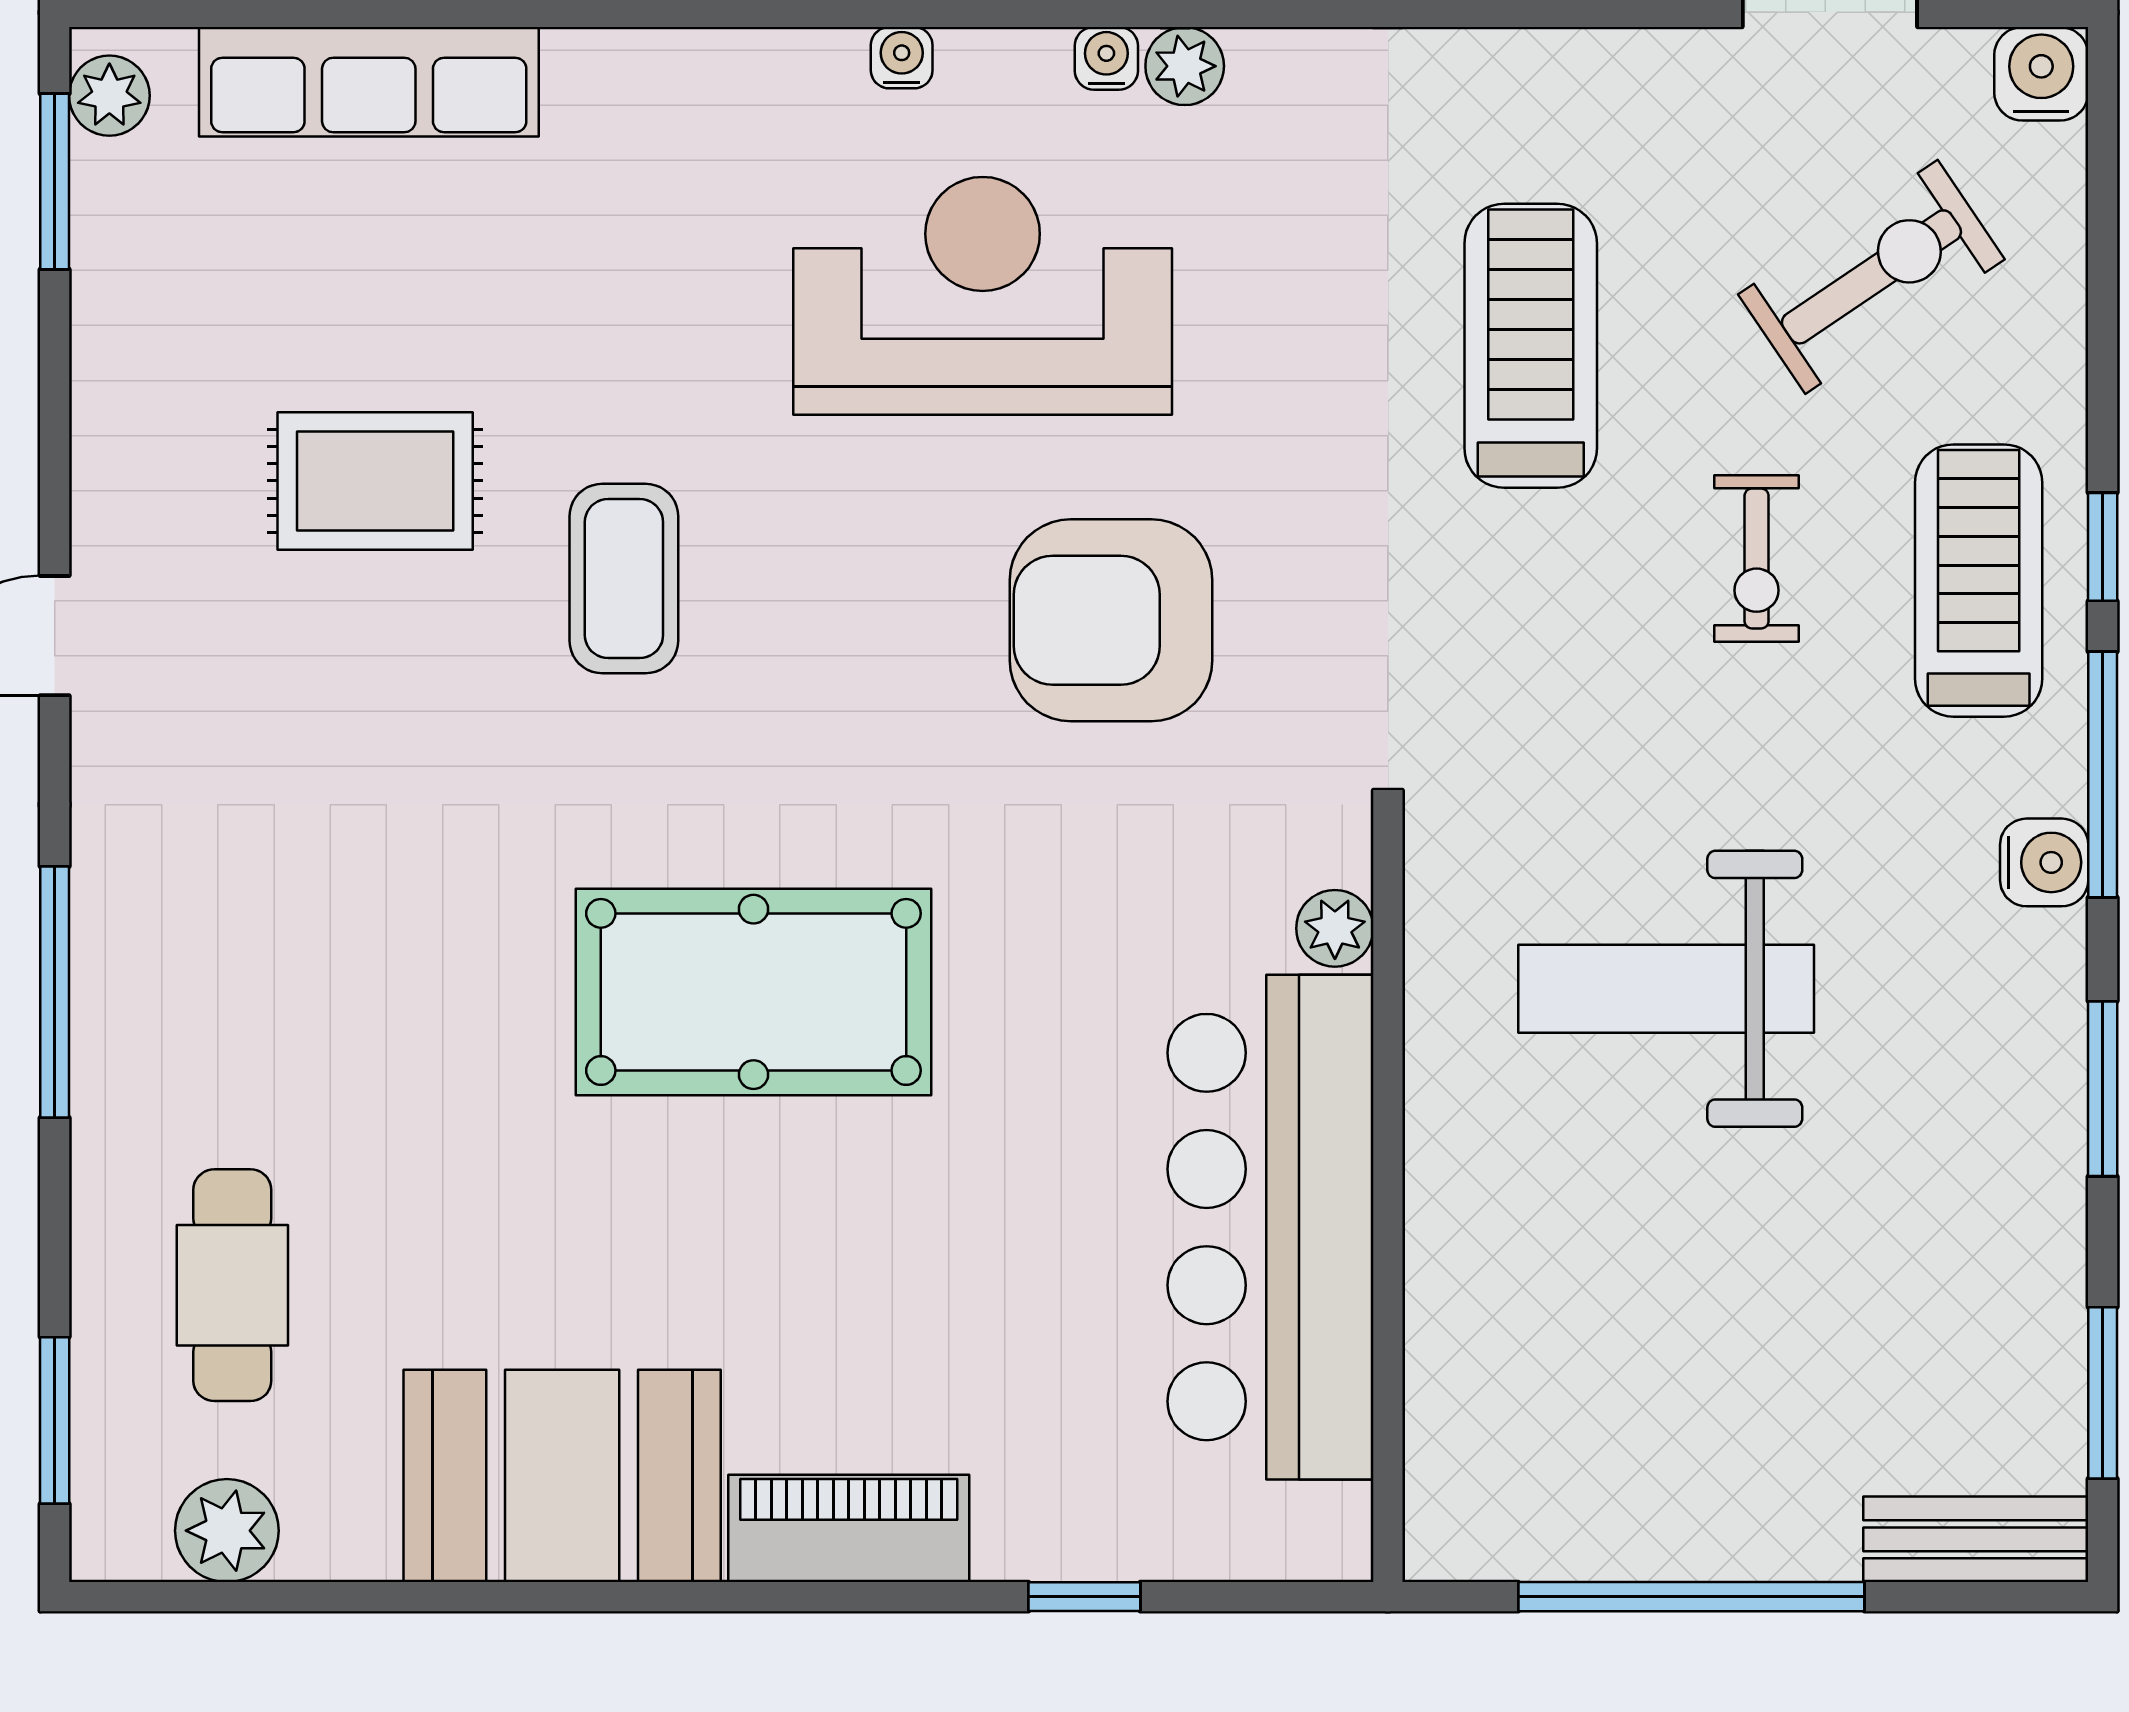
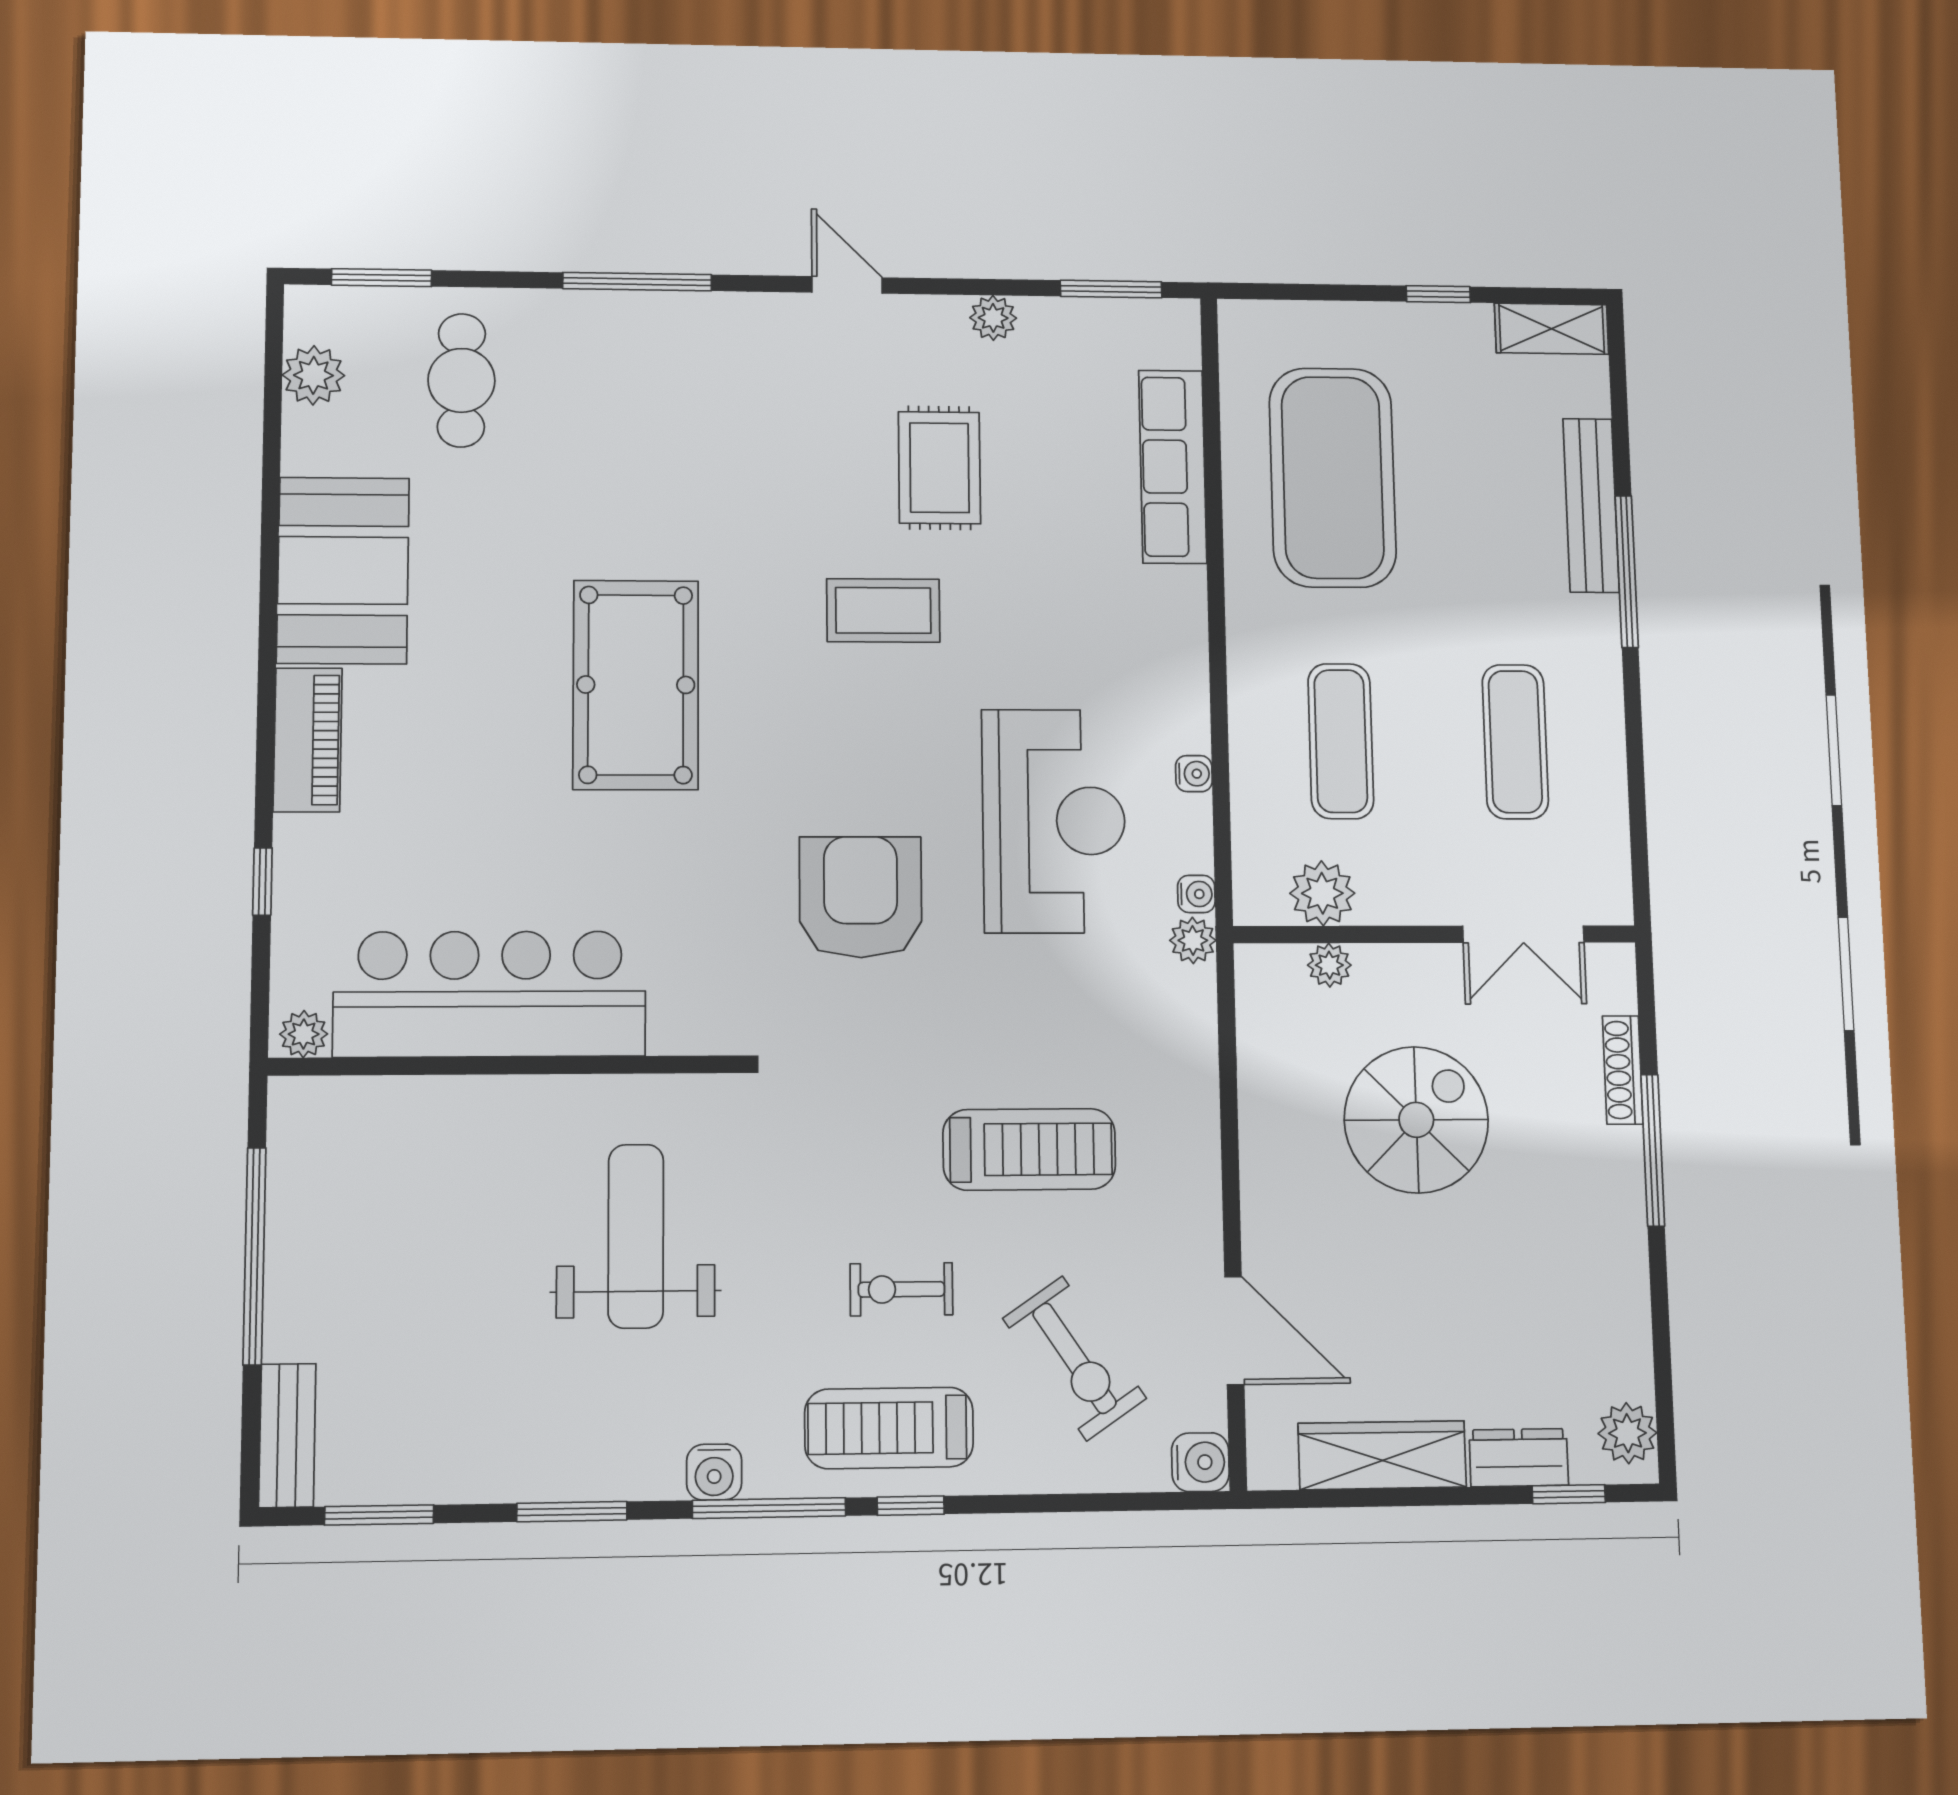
plant: (109, 96) -> (993, 318), moved
treadmill: (1979, 581) -> (889, 1428), turned 180
plant: (1335, 928) -> (304, 1034), moved
cafe table: (232, 1285) -> (461, 380), turned 90

